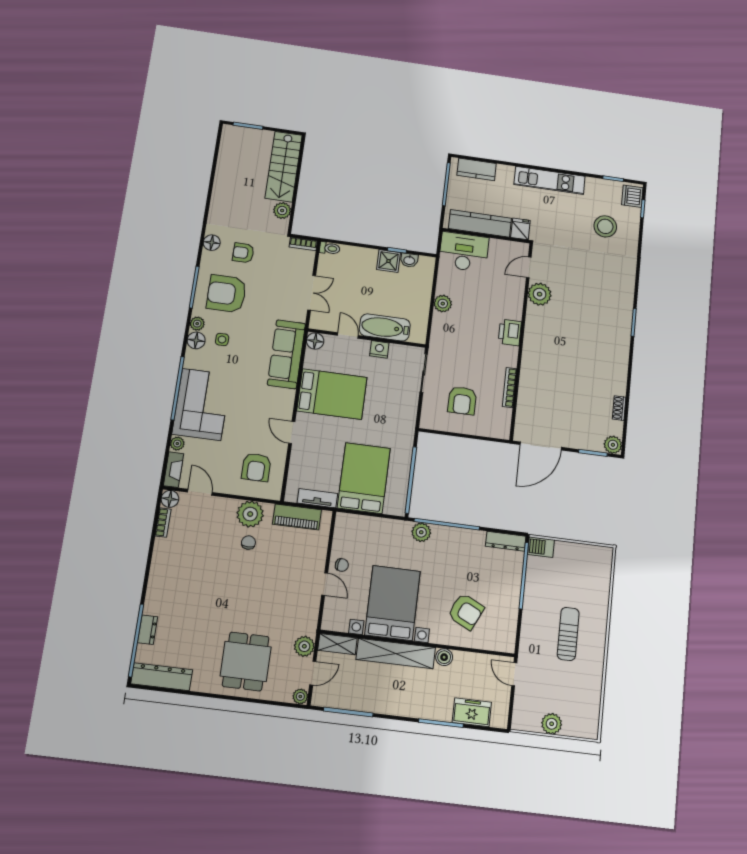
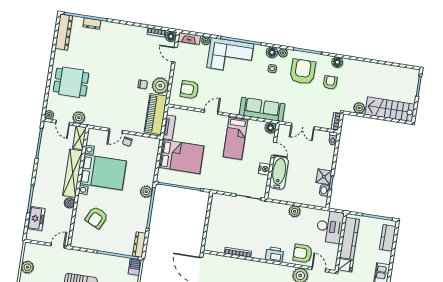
door: (348, 335) -> (274, 149), hinge flipped
bed: (332, 394) -> (235, 138), width x0.67
armchair: (462, 401) -> (303, 253), moved
door: (200, 492) -> (175, 55), swing flipped
piano: (297, 517) -> (156, 114), width x1.37, depth x1.33

